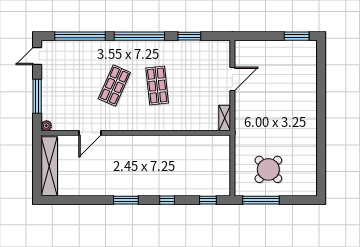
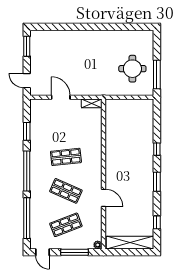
door: (253, 36) -> (27, 81), added
shop shelf: (72, 86) -> (66, 225), added
door: (90, 133) -> (103, 198), moved
round table: (268, 169) -> (132, 69), turned 45
window: (208, 200) -> (157, 222), moved

